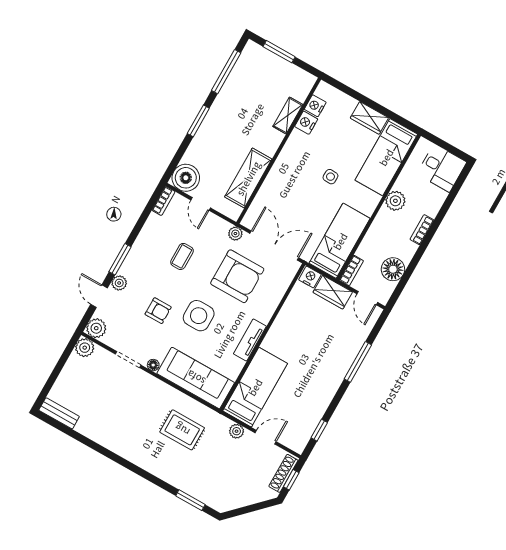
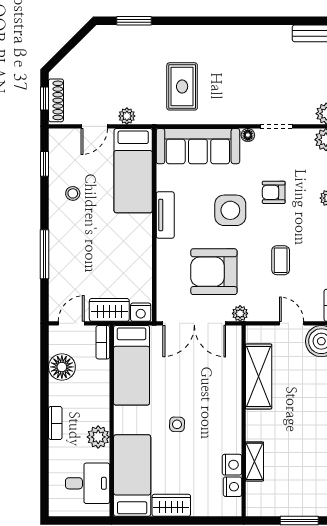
desk: (442, 168) -> (88, 483), moved, turned 180
door: (367, 298) -> (71, 323), hinge flipped
stool: (311, 396) -> (73, 193), added
rug: (182, 430) -> (182, 86), turned 90

